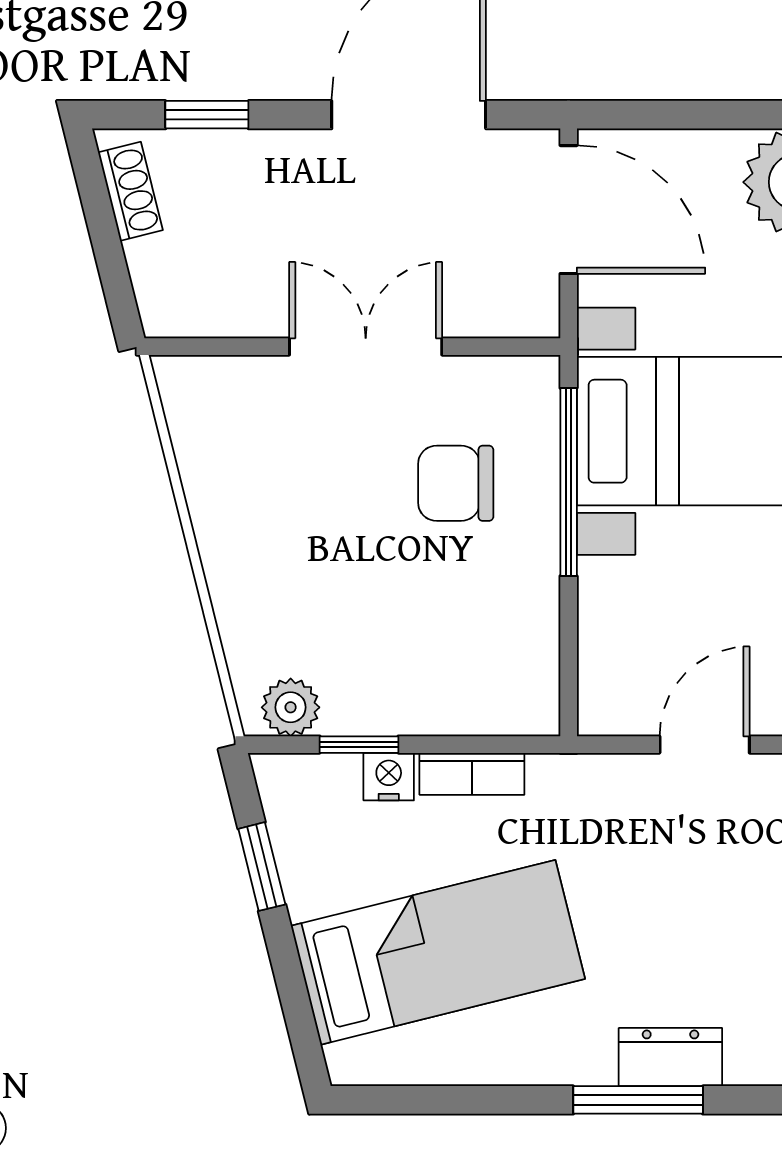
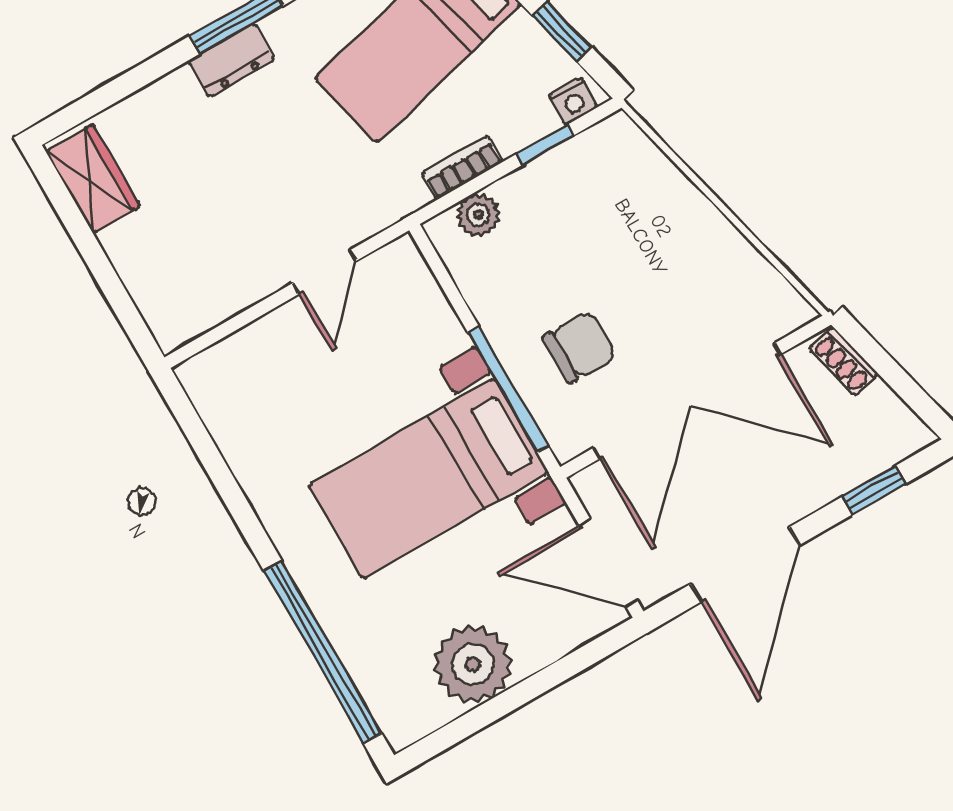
shoe rack: (130, 191) -> (844, 361), moved
double door: (366, 347) -> (687, 401), width x1.87
plant: (291, 707) -> (478, 215), moved
nightstand: (389, 777) -> (573, 101), moved

